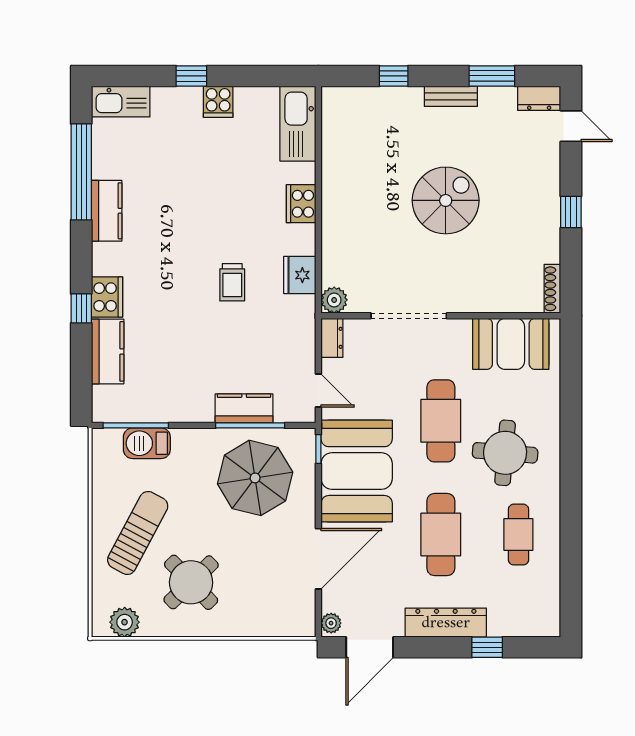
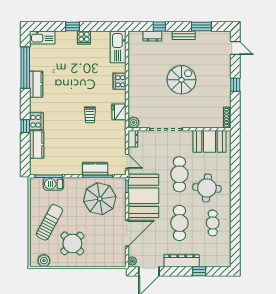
dresser: (539, 98) -> (152, 36), moved

